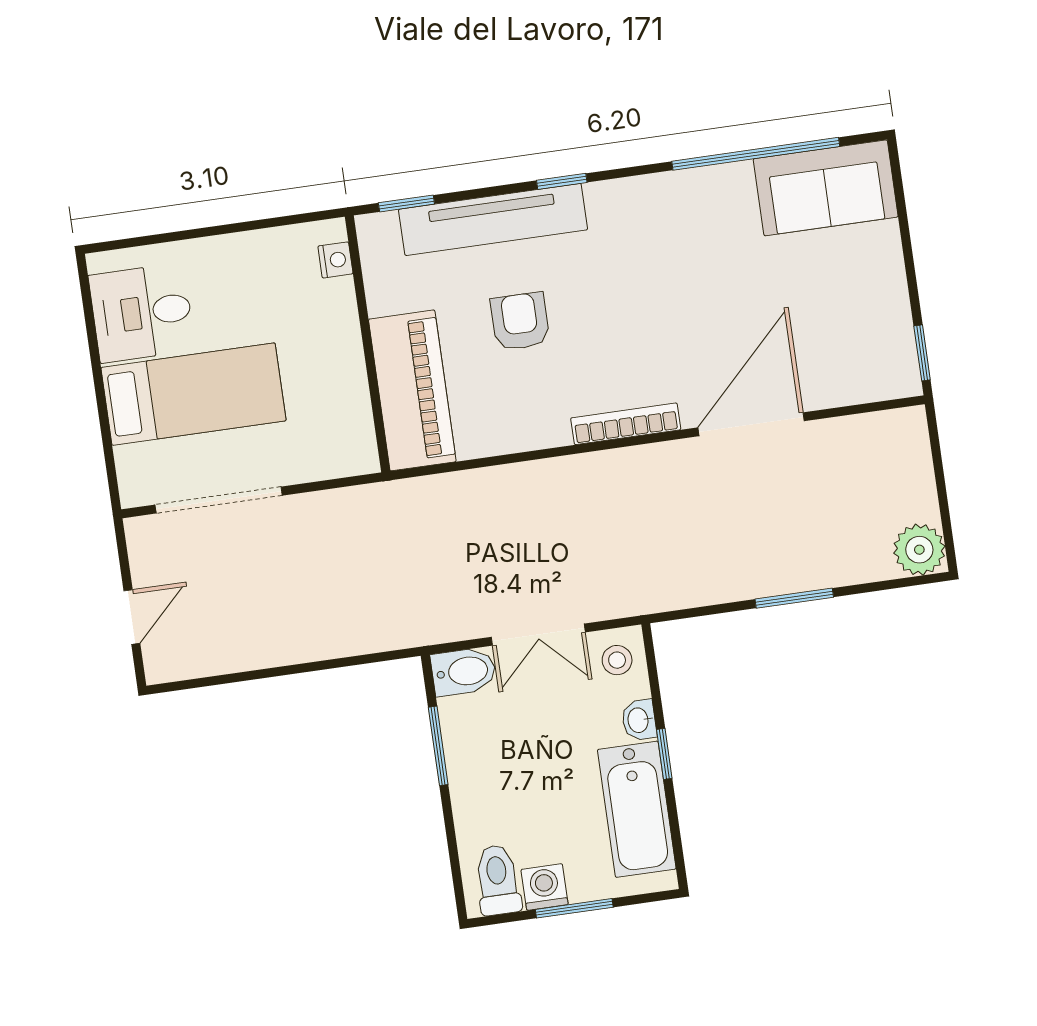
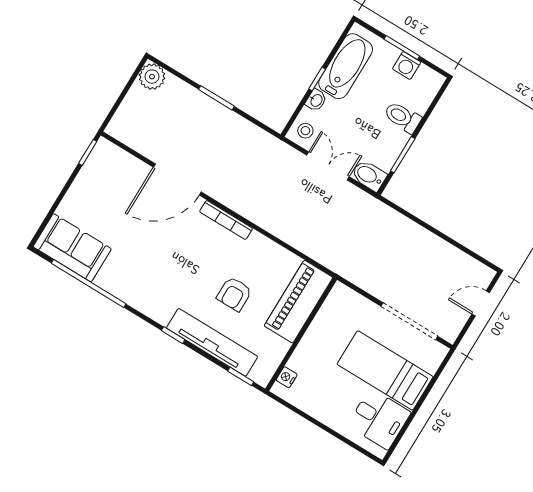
toilet: (498, 880) -> (403, 117), moved, turned 90

